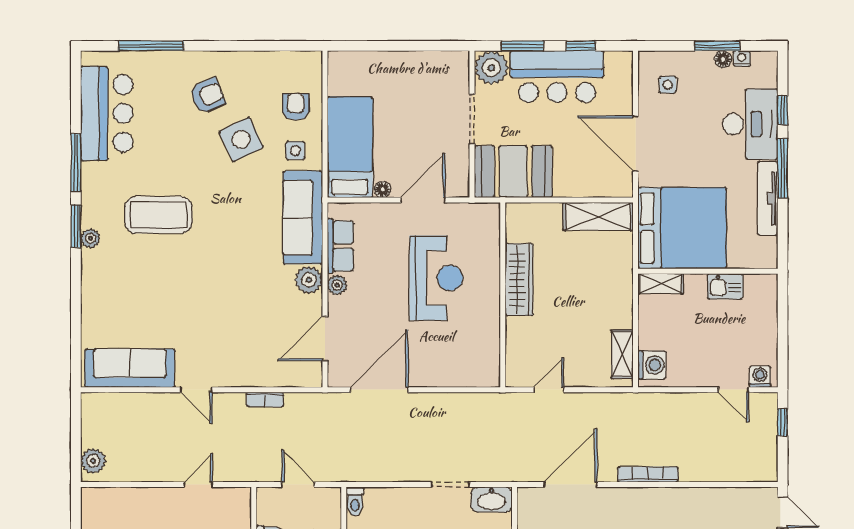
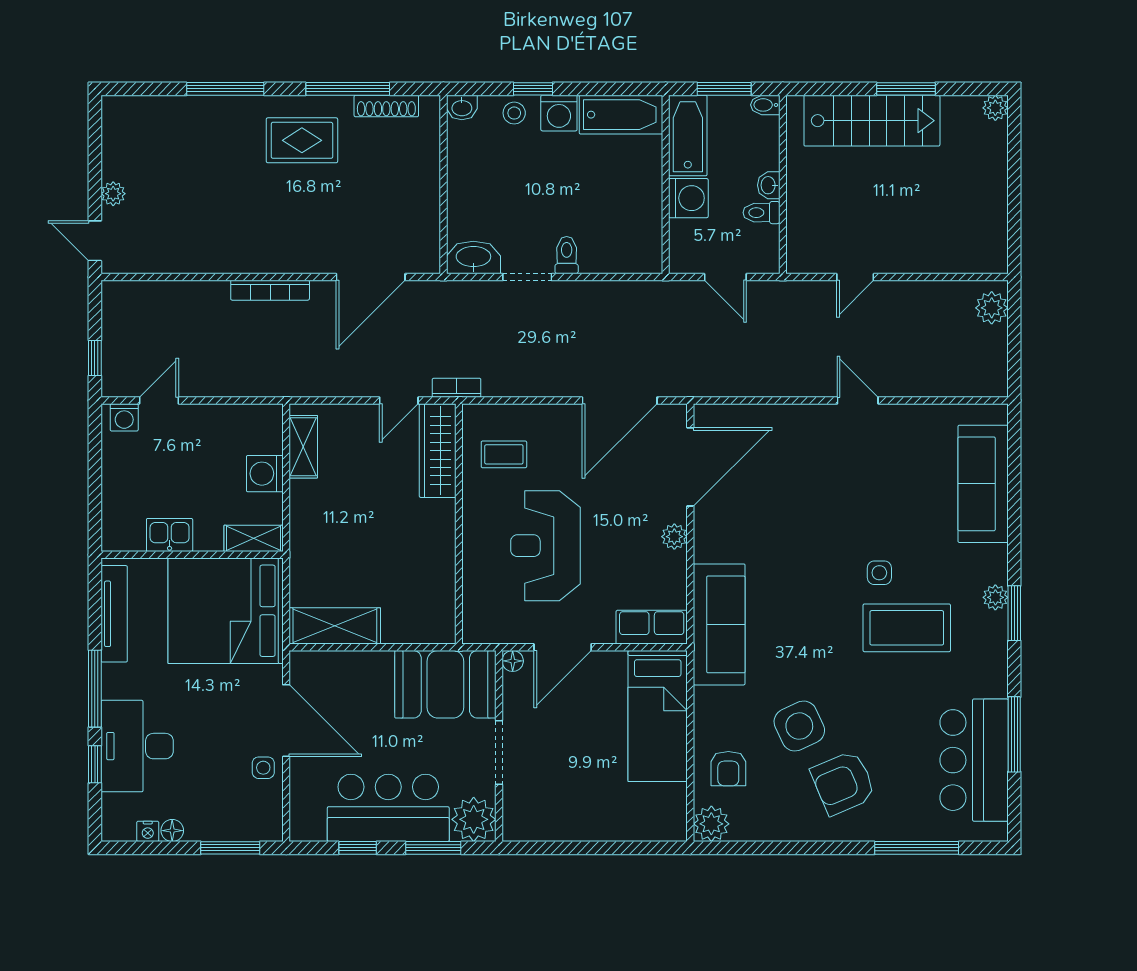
window: (717, 46) -> (230, 848), moved
side table: (668, 85) -> (263, 768), moved
armchair: (207, 96) -> (843, 783), width x1.38, depth x1.38
side table: (295, 151) -> (879, 573), moved
window: (76, 163) -> (1014, 734), moved
floor lamp: (383, 189) -> (513, 661), moved
tv unit: (768, 198) -> (114, 614), moved
row of seats: (340, 246) -> (652, 627), moved, turned 90
plant: (309, 280) -> (711, 824), moved
wardrobe: (519, 280) -> (438, 451), moved
door: (325, 339) -> (690, 467), width x1.36
coffee table: (468, 348) -> (504, 454), added
washing machine: (652, 365) -> (265, 474), moved
sofa: (130, 368) -> (983, 484), moved, turned 90
door: (733, 390) -> (159, 400), hinge flipped
bookcase: (265, 399) -> (457, 388), moved
toilet: (355, 501) -> (567, 255), moved

